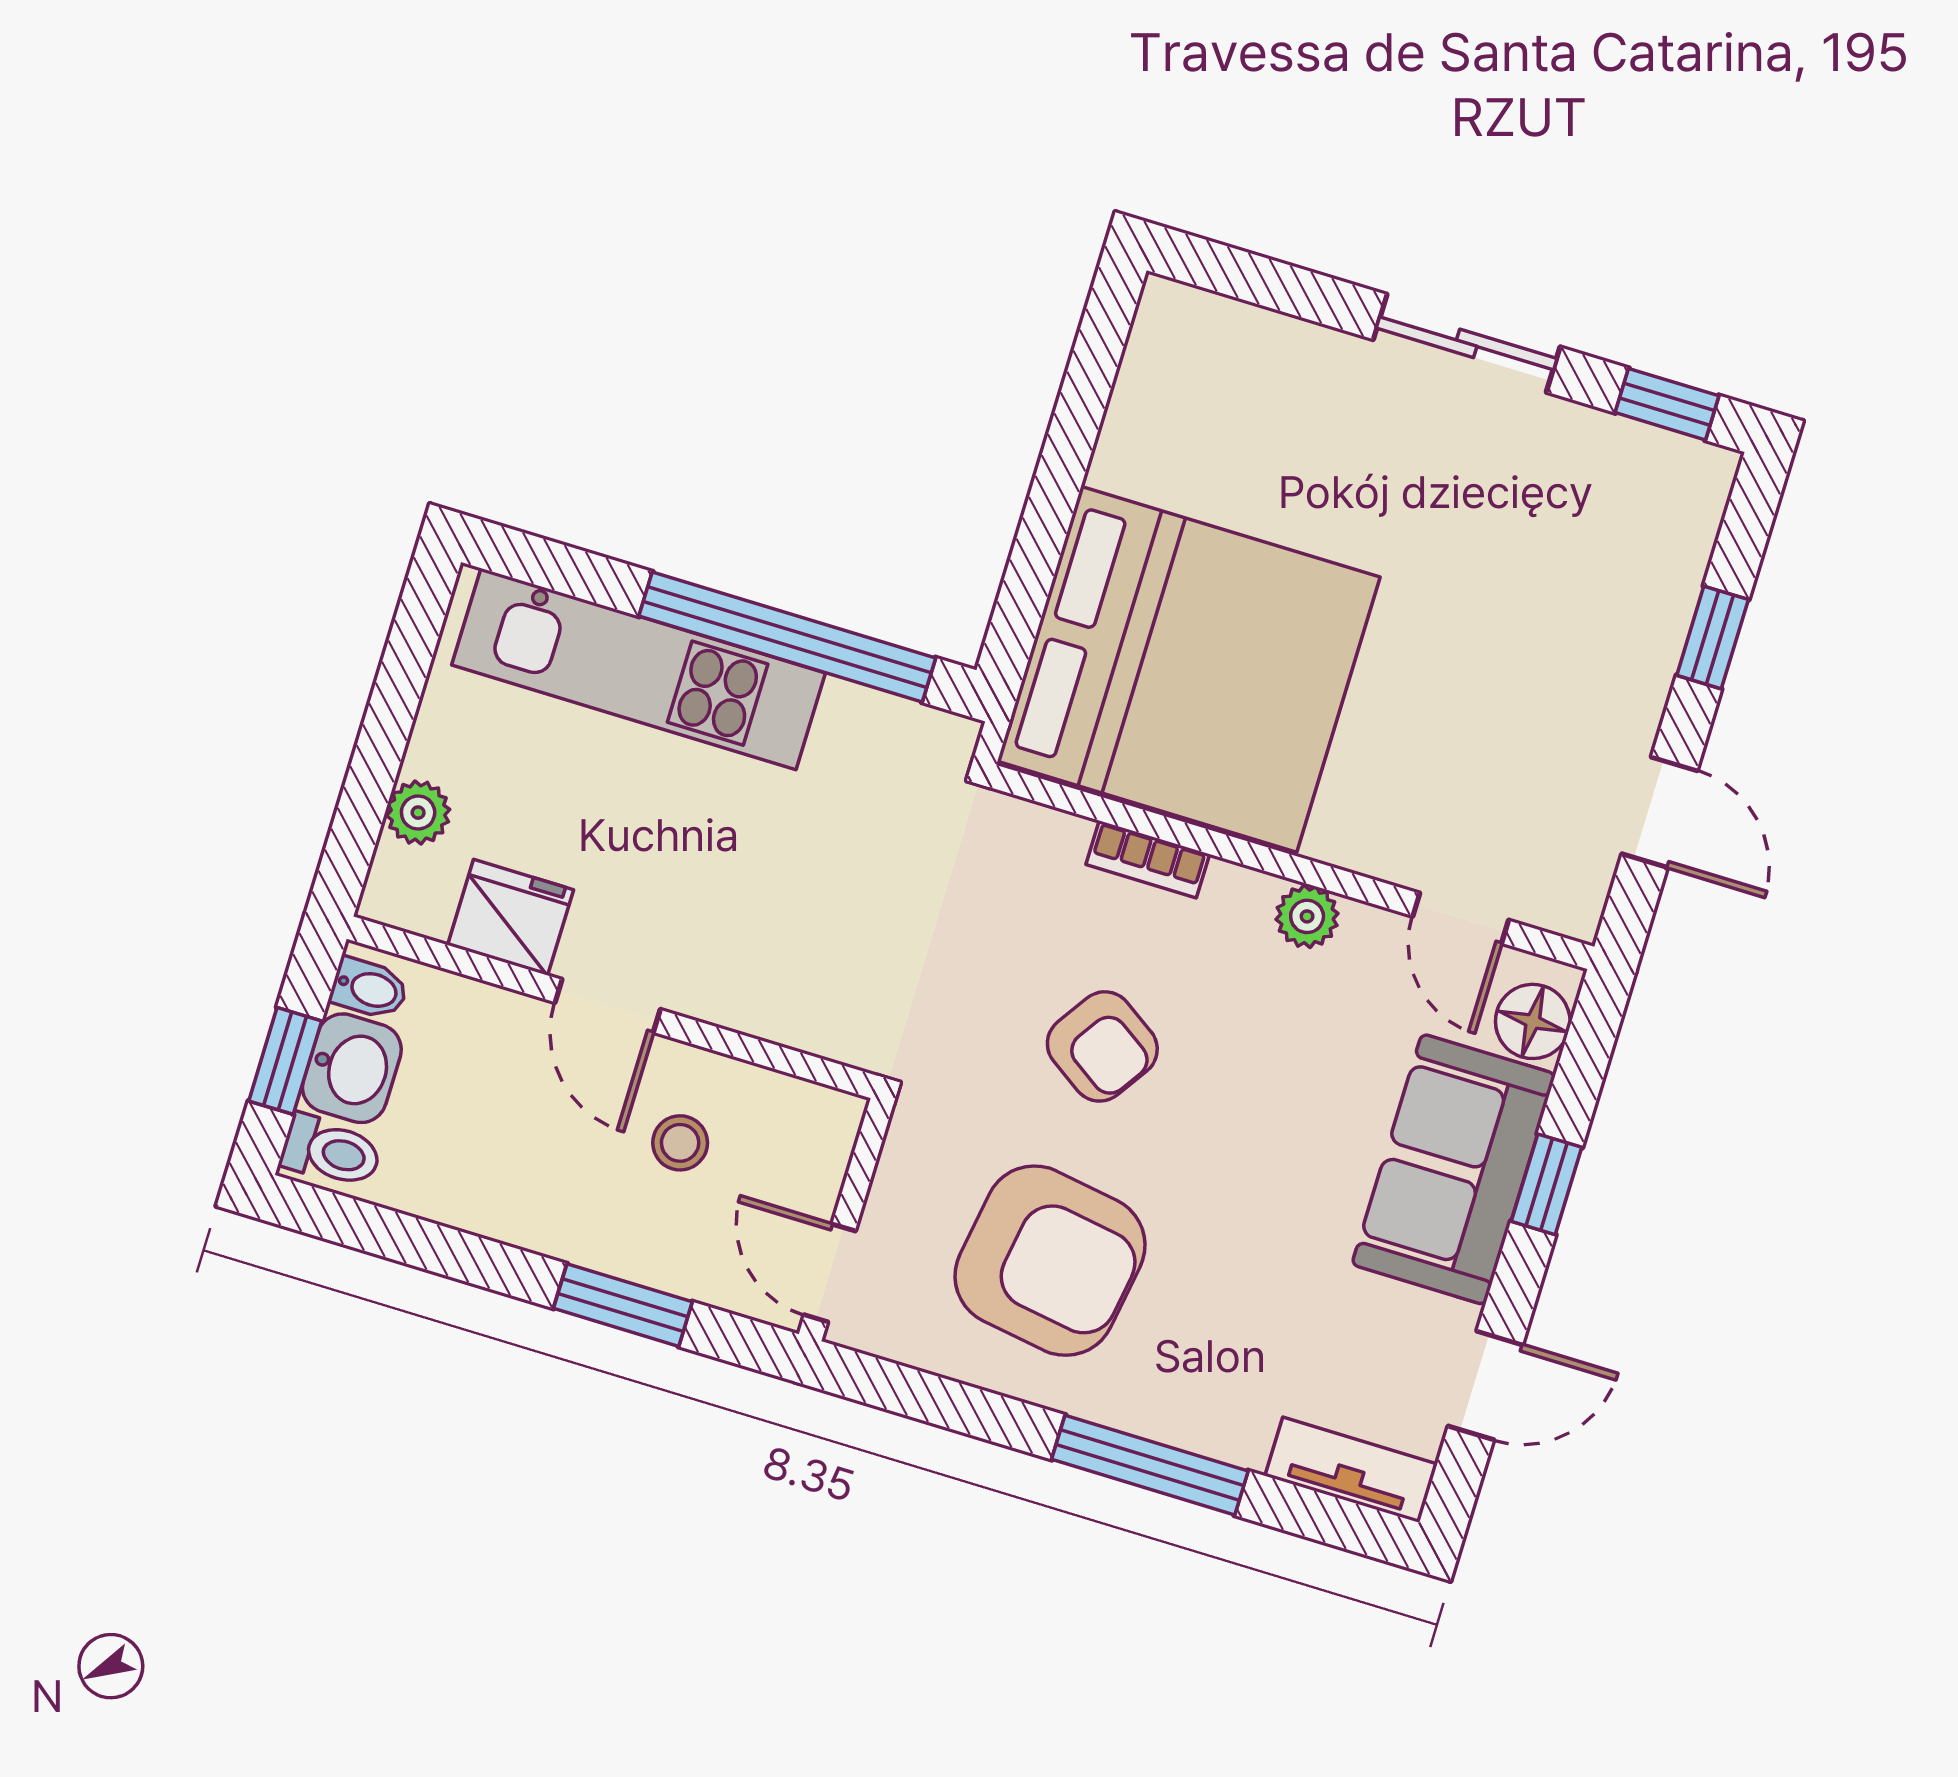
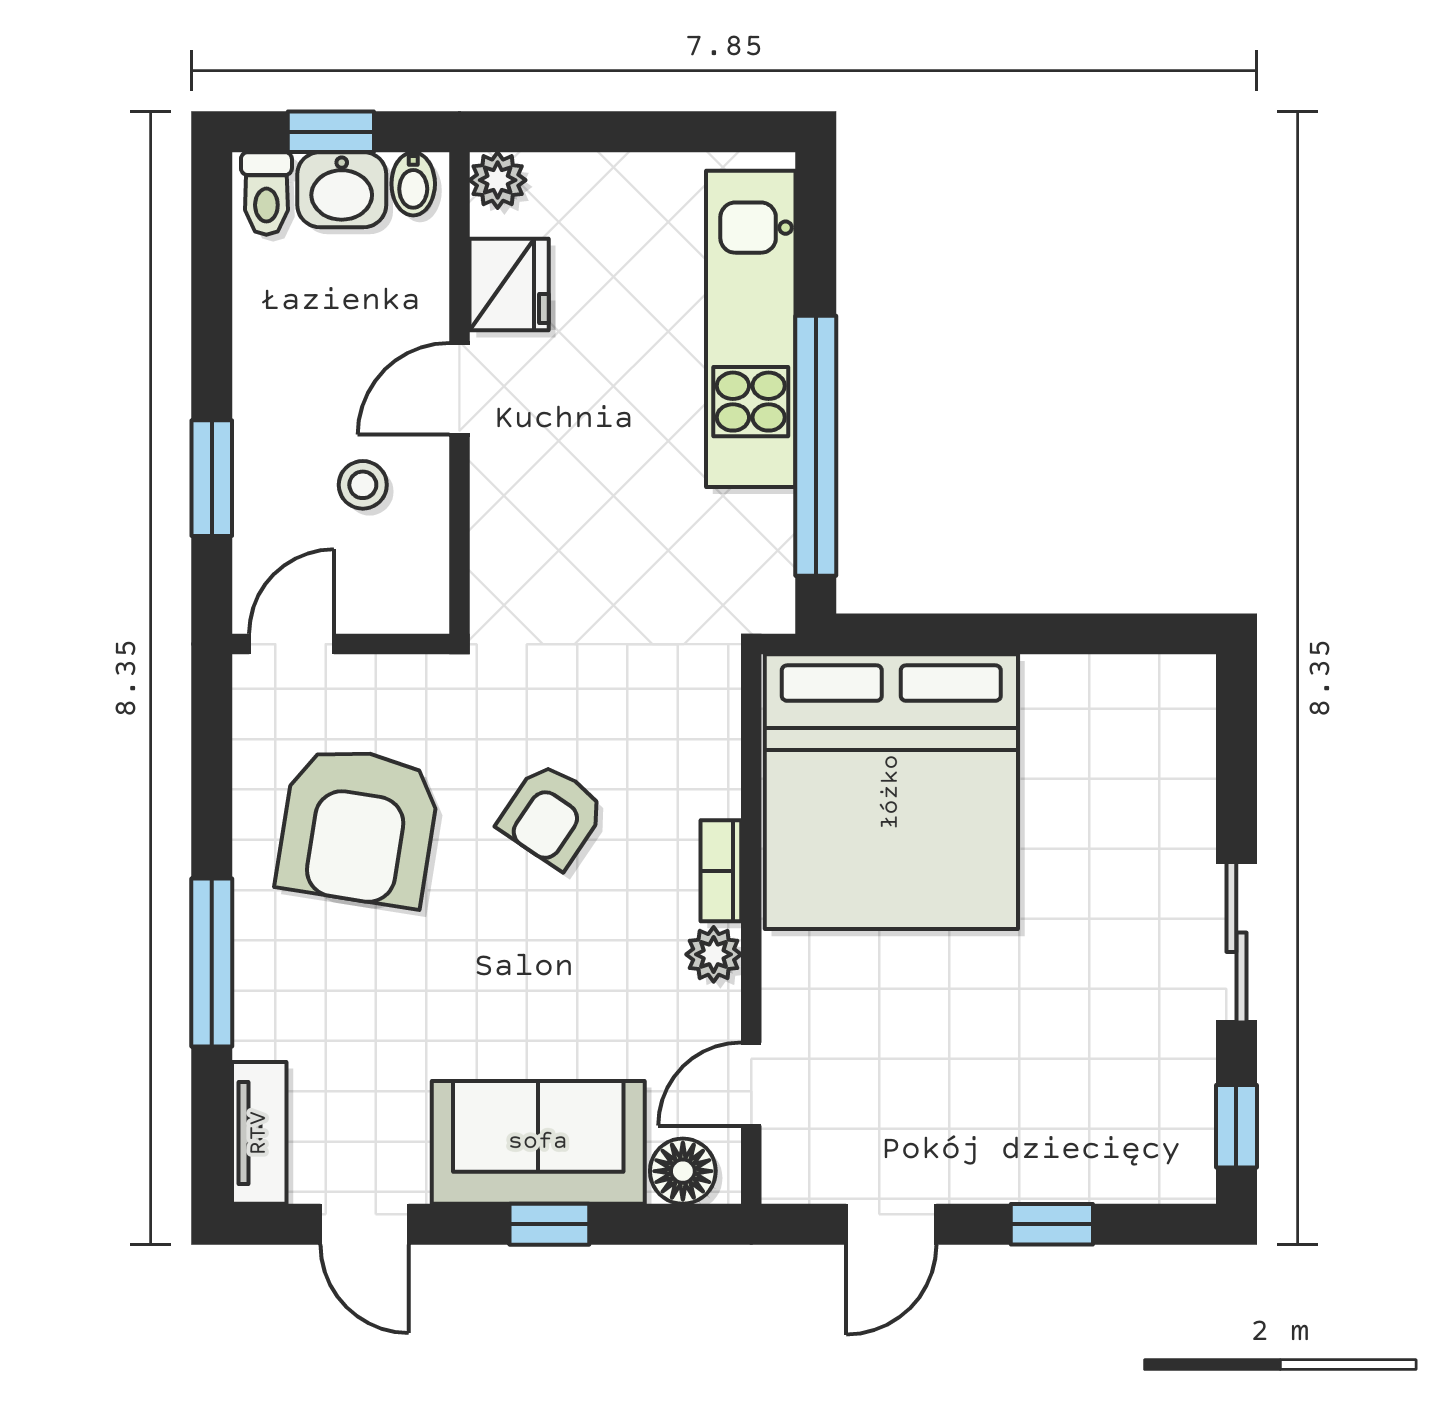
plant: (418, 813) -> (498, 180), moved
bookcase: (1148, 859) -> (721, 871), moved

